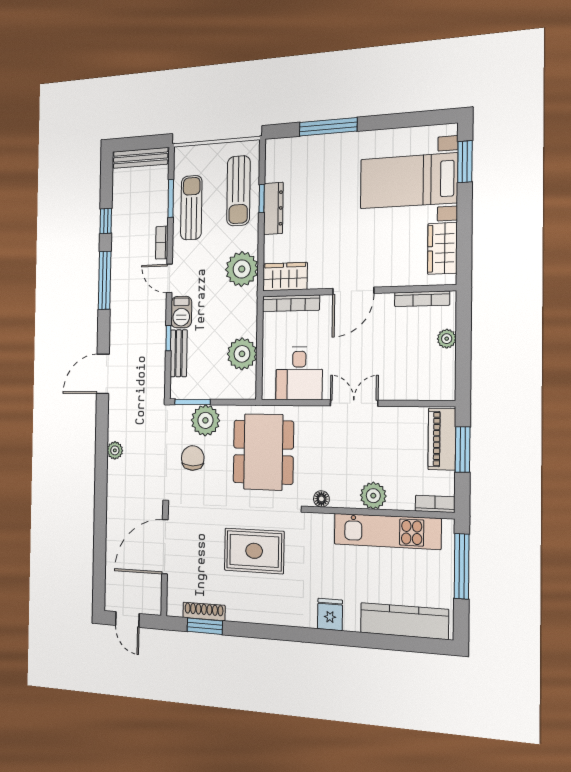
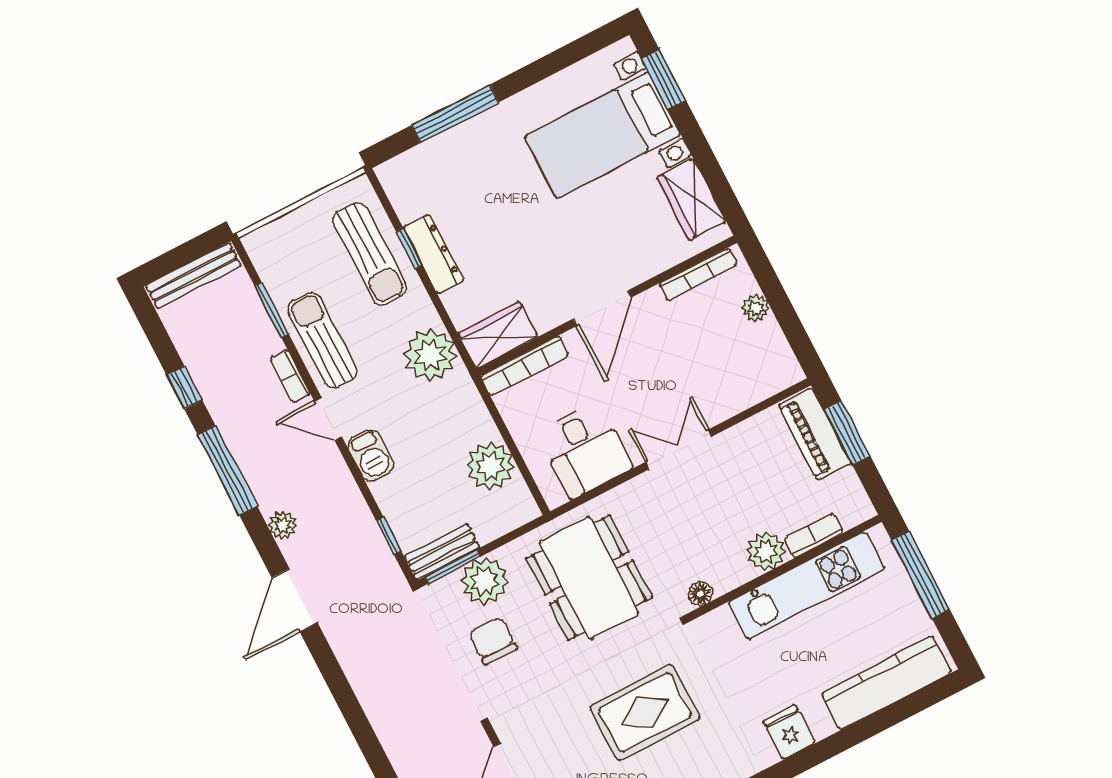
sun lounger: (191, 208) -> (322, 340), moved
window: (168, 338) -> (389, 536), moved
bench: (179, 353) -> (442, 552), moved, turned 90
plant: (115, 450) -> (283, 525), moved
bookcase: (435, 504) -> (813, 536), moved

